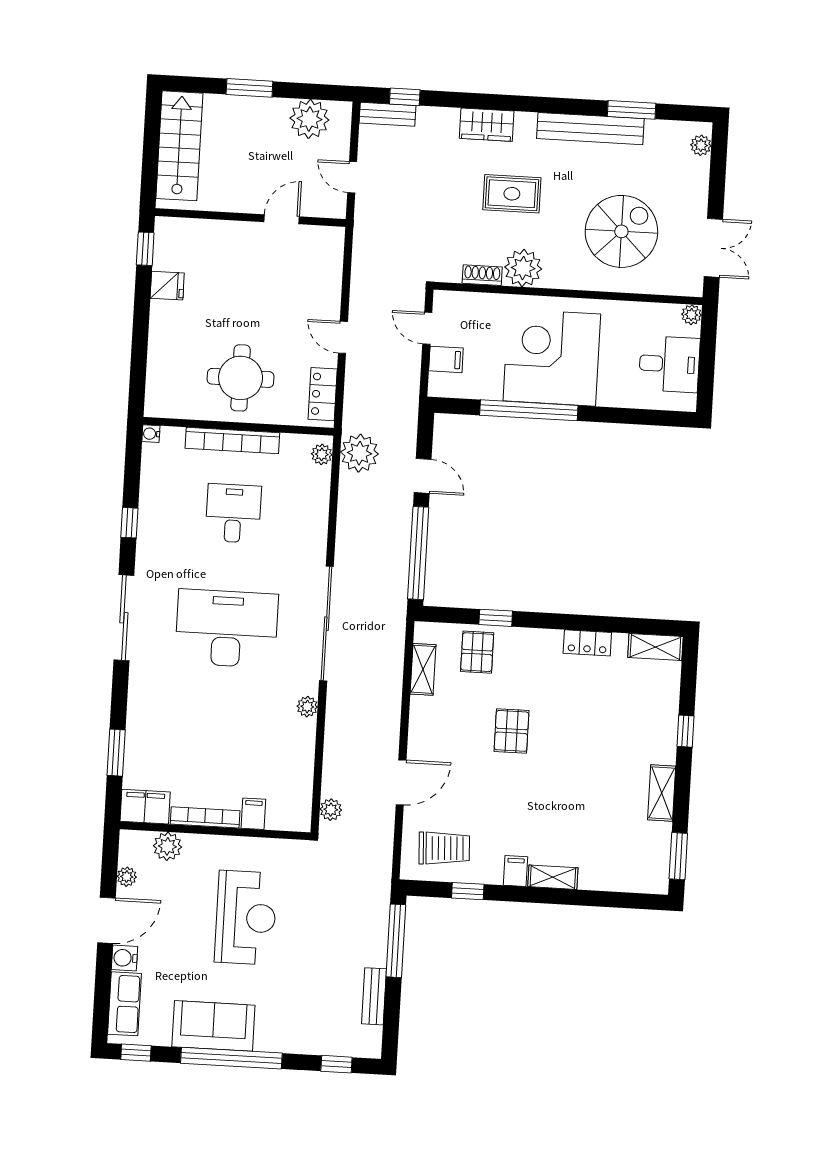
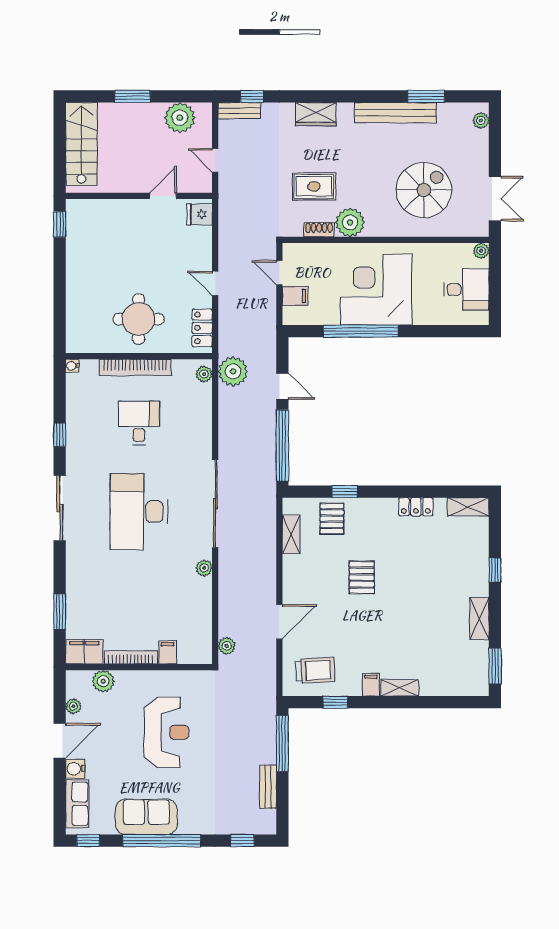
rug: (512, 194) -> (314, 186), moved
fridge: (167, 286) -> (200, 214), moved, turned 180
desk: (227, 628) -> (139, 512), turned -90

